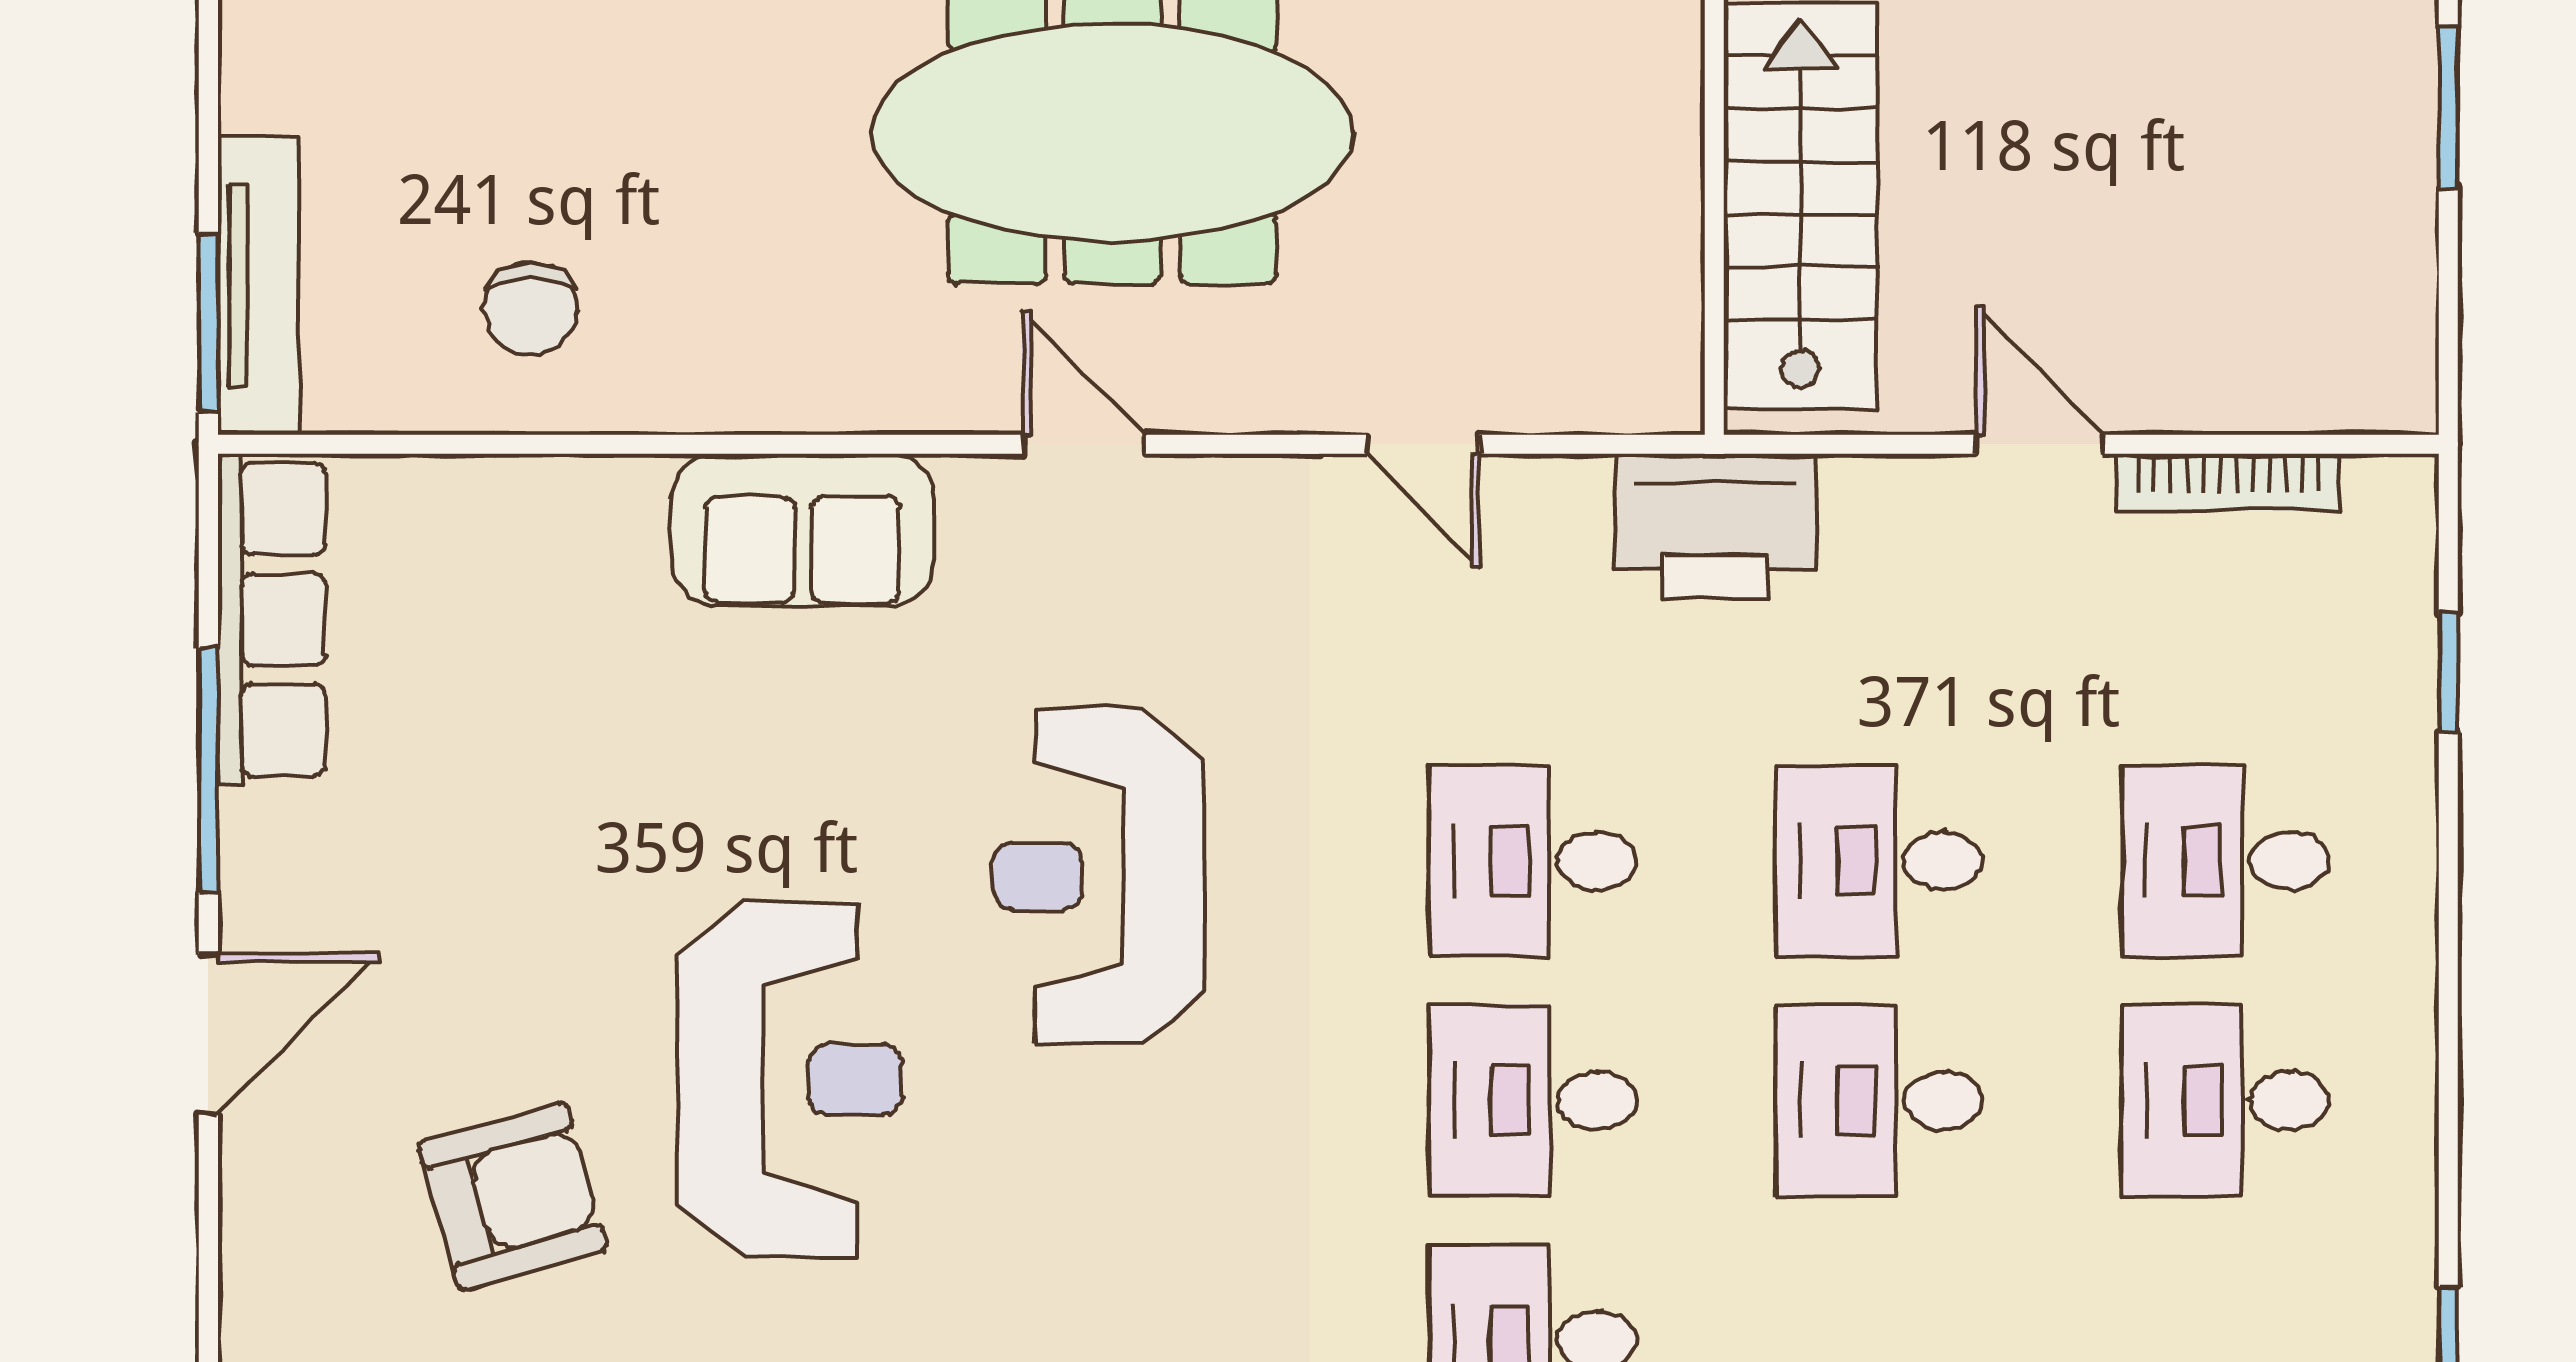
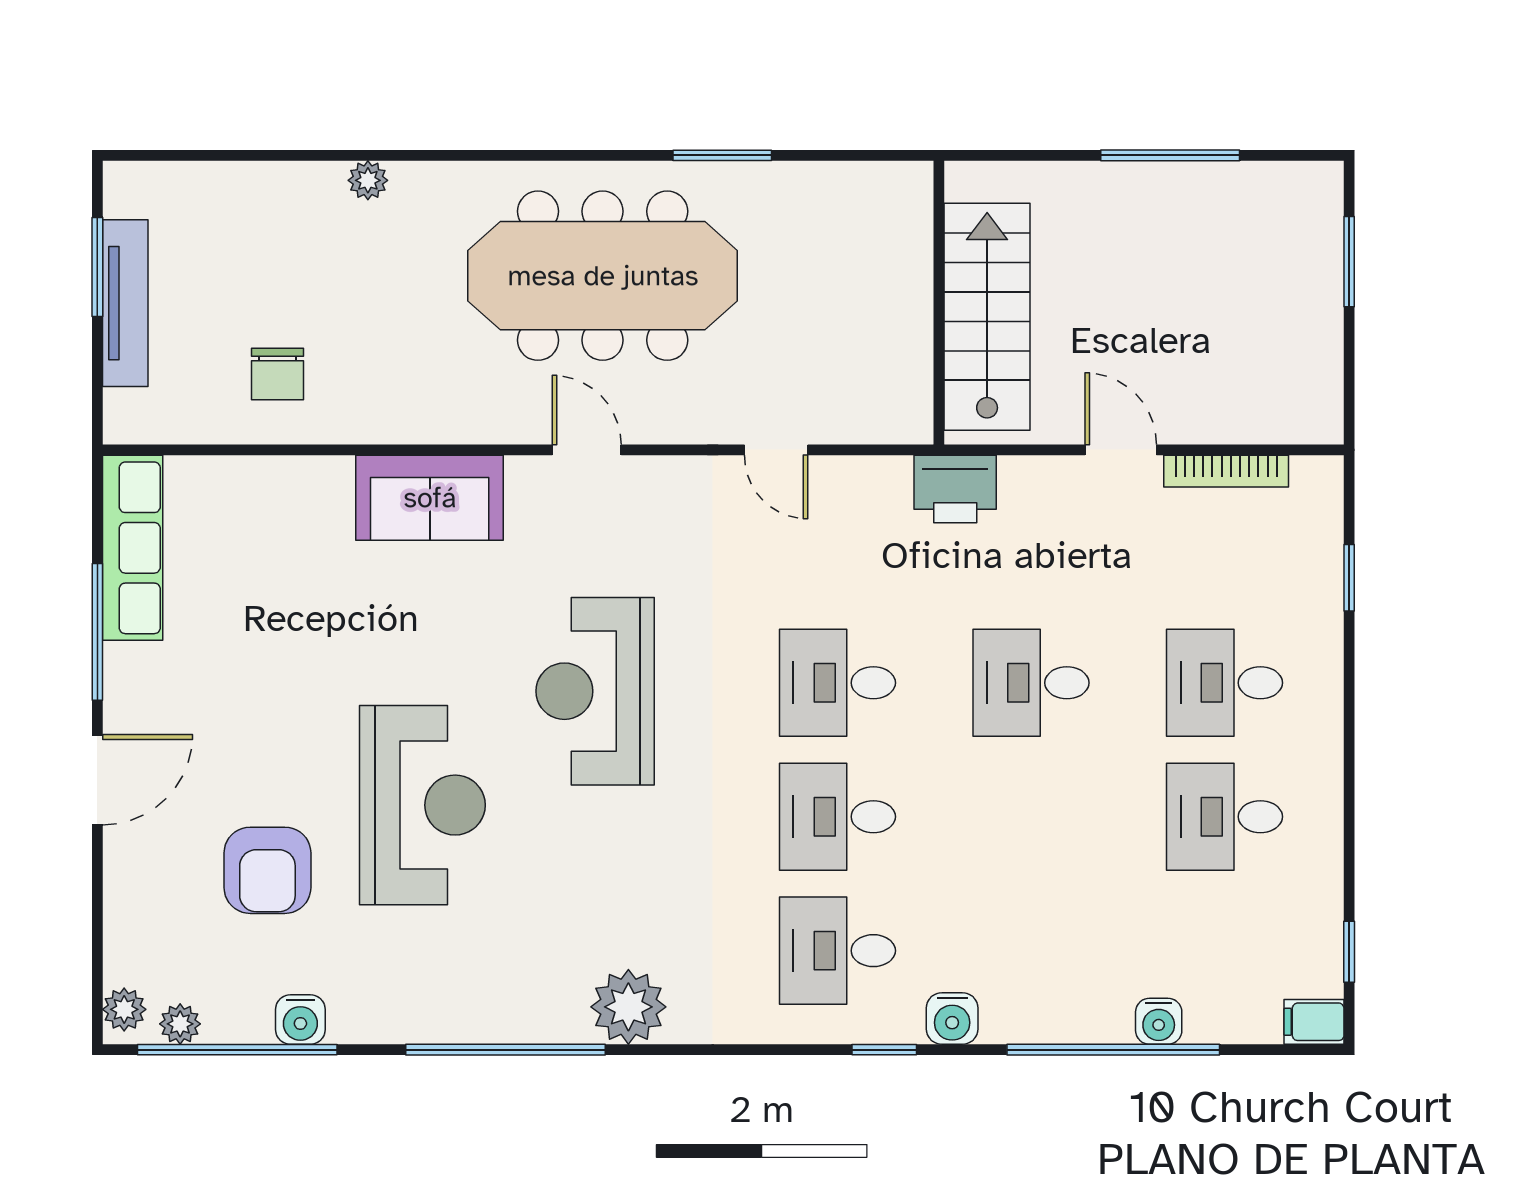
tv unit: (258, 285) -> (125, 303), moved
window: (208, 323) -> (97, 267), moved
printer: (1716, 526) -> (955, 489), width x0.73, depth x0.84
desk: (1879, 1100) -> (1031, 817), removed
armchair: (513, 1196) -> (267, 870), turned 106

